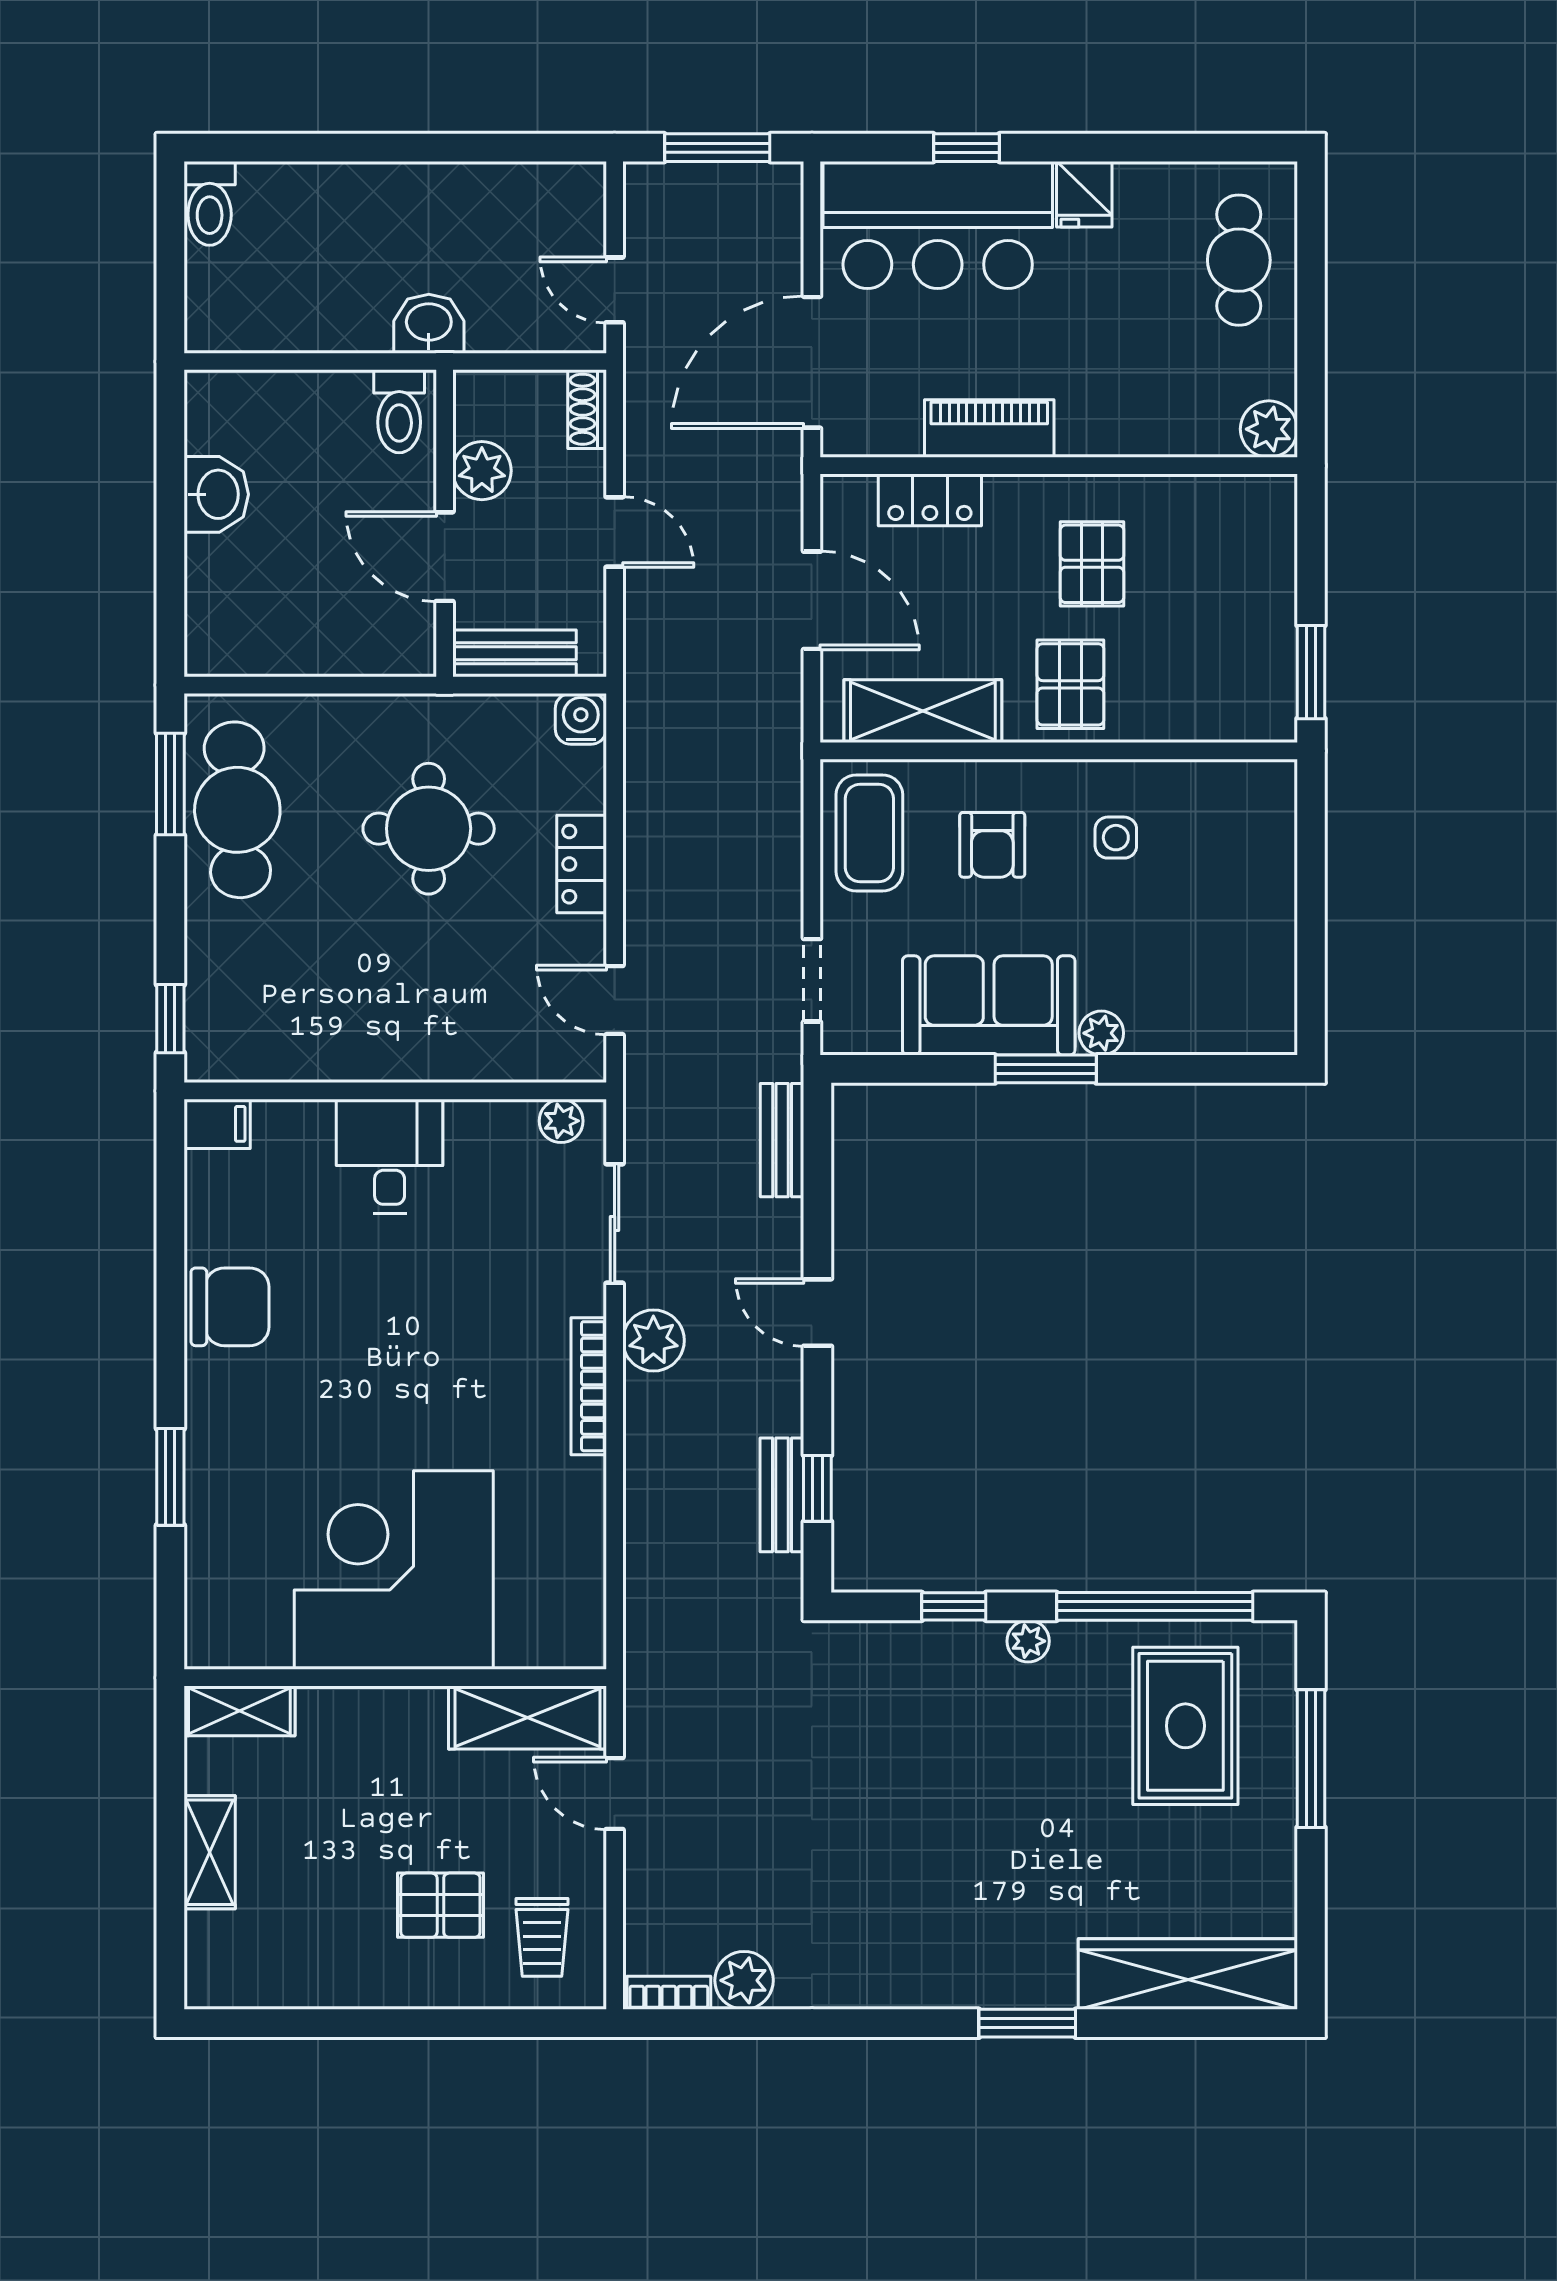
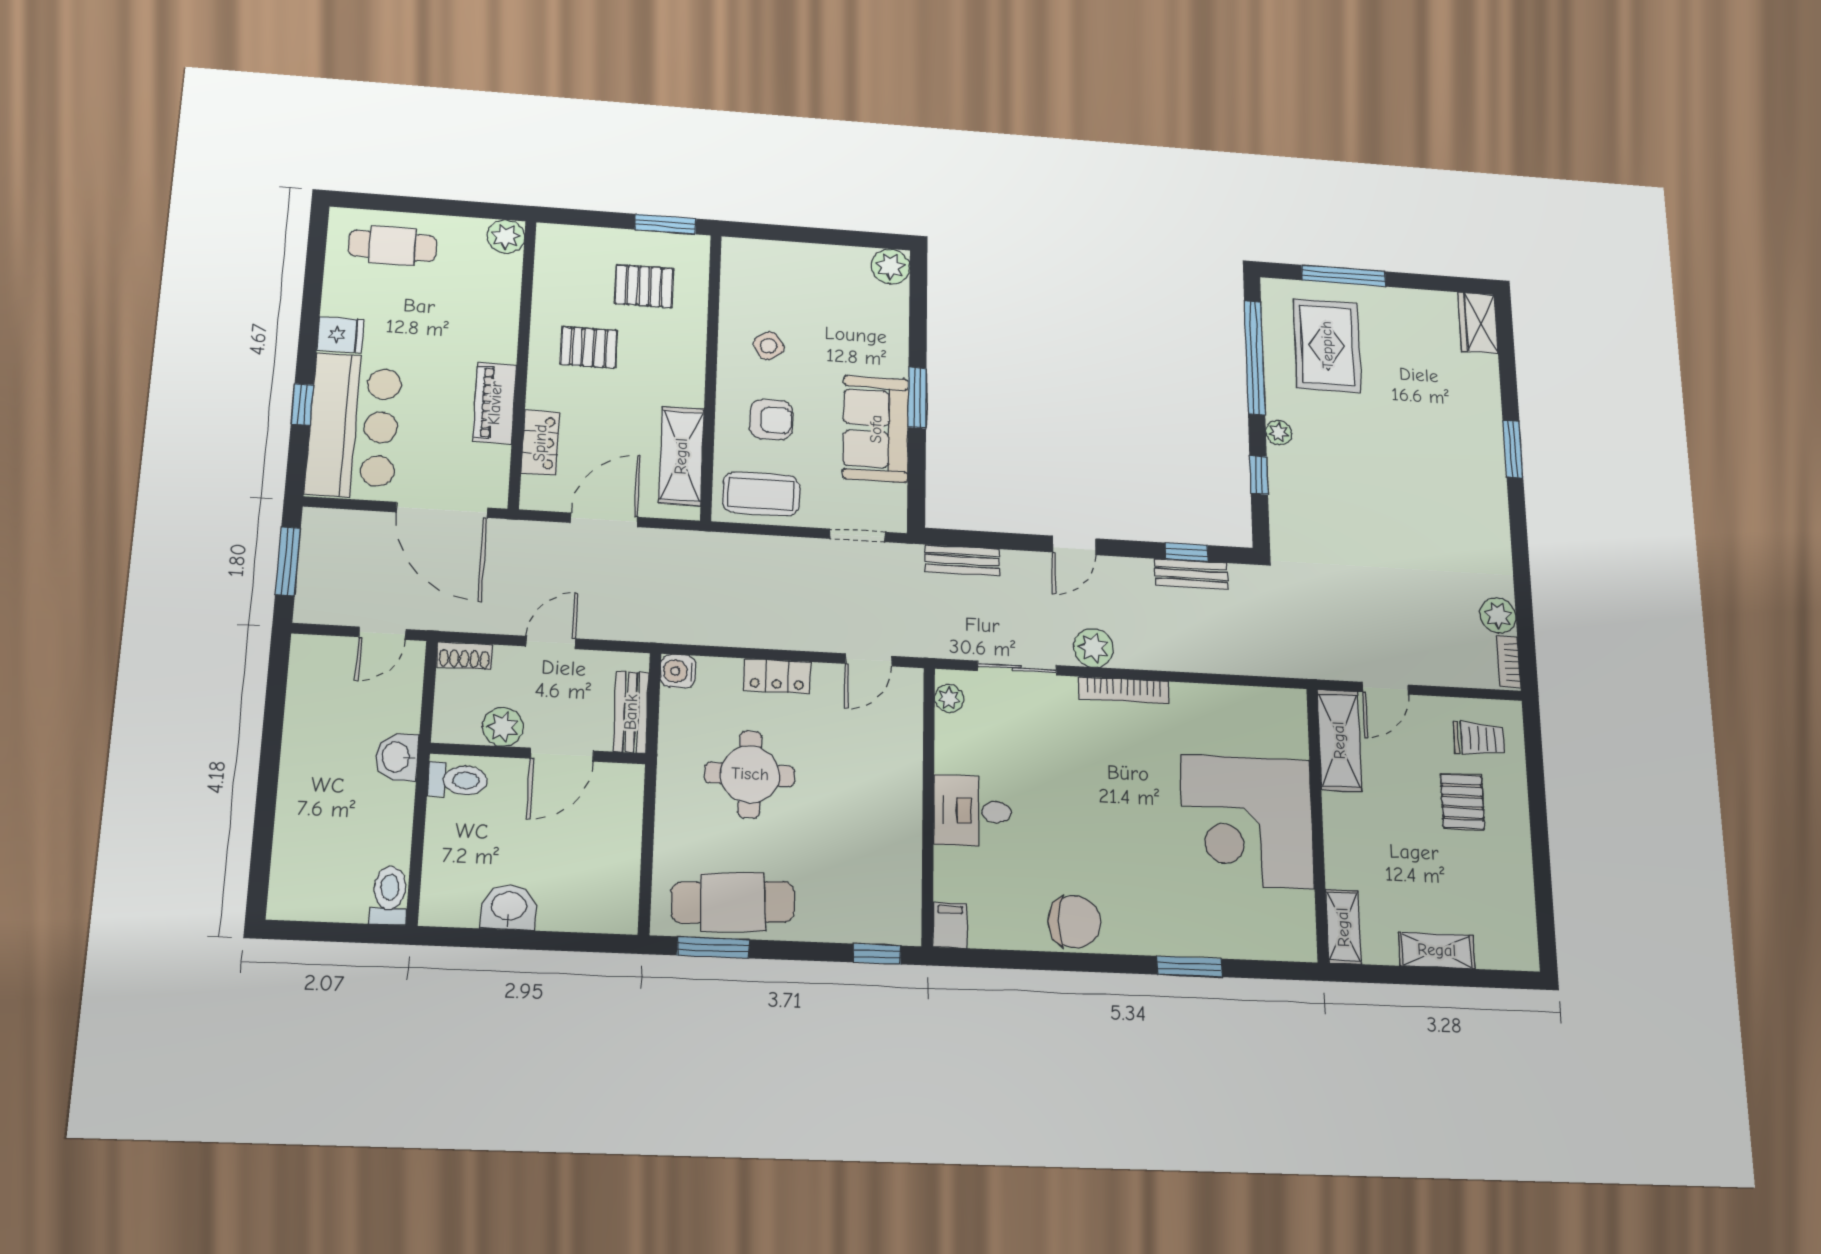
toilet: (210, 203) -> (389, 895), moved, turned -90
pallet: (1070, 684) -> (644, 286), moved
side table: (1116, 838) -> (769, 346), turned -33
plant: (1101, 1033) -> (891, 267), moved, width x1.38, depth x1.38
chair: (230, 1307) -> (1074, 922), turned 90
rug: (1185, 1726) -> (1327, 345), turned 90
wardrobe: (1188, 1974) -> (1478, 323), width x0.48, depth x0.85

